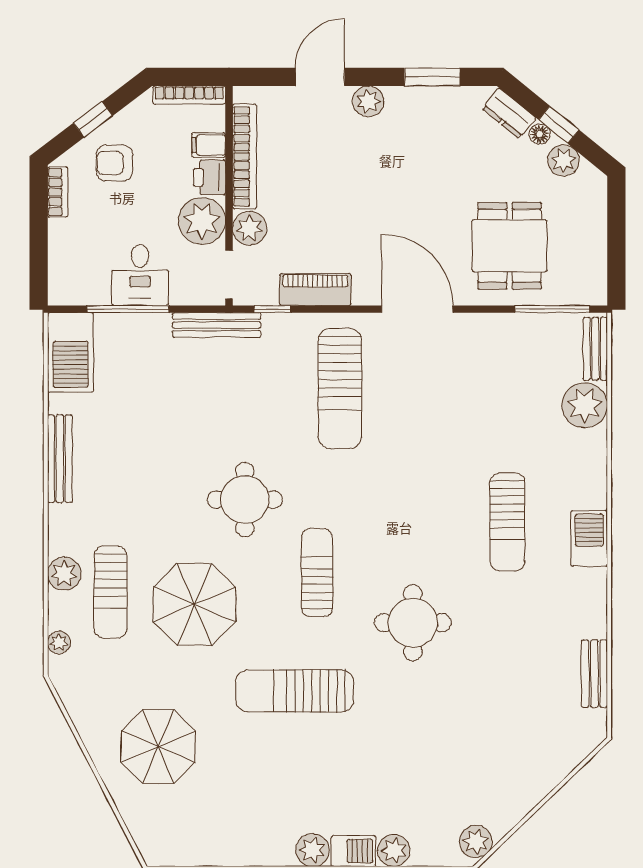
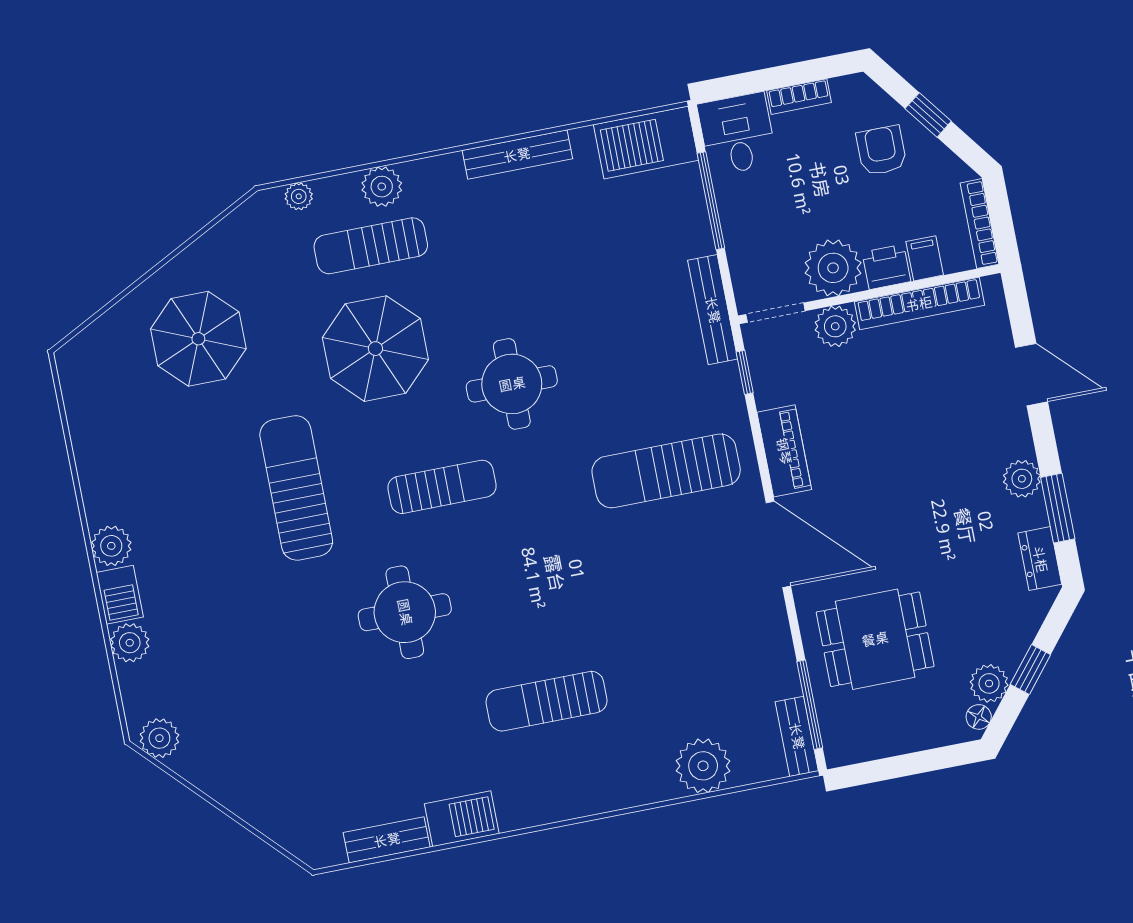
plant: (368, 101) -> (1022, 479), moved
dresser: (509, 113) -> (1040, 559), moved, turned -39
floor lamp: (540, 134) -> (979, 717), moved
bookcase: (58, 192) -> (799, 97), moved
desk: (140, 275) -> (737, 134), moved, turned 90
piano: (315, 290) -> (784, 451), moved
door: (417, 309) -> (778, 544), hinge flipped
bench: (595, 349) -> (797, 736), moved, turned 90
barbecue: (589, 539) -> (462, 819), moved

